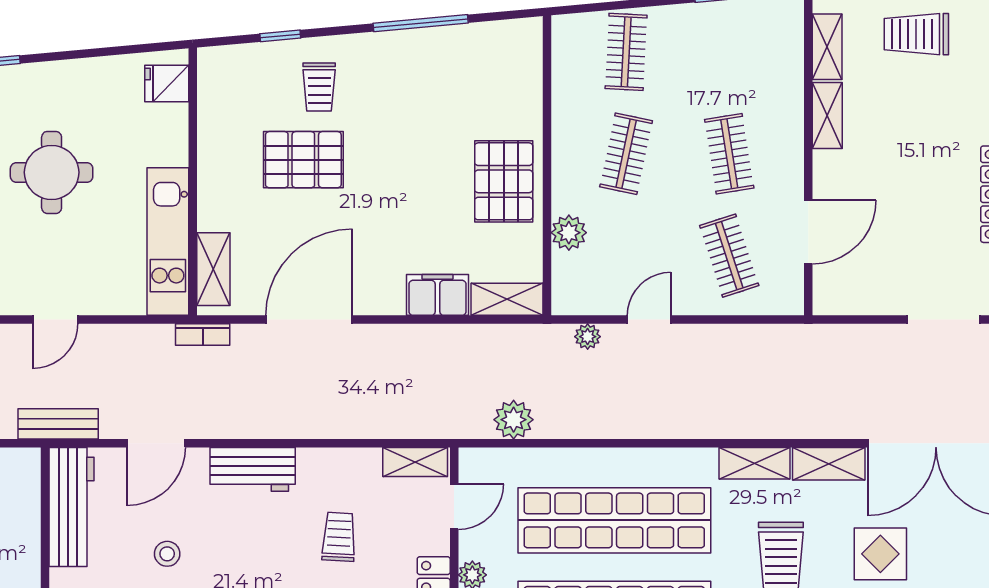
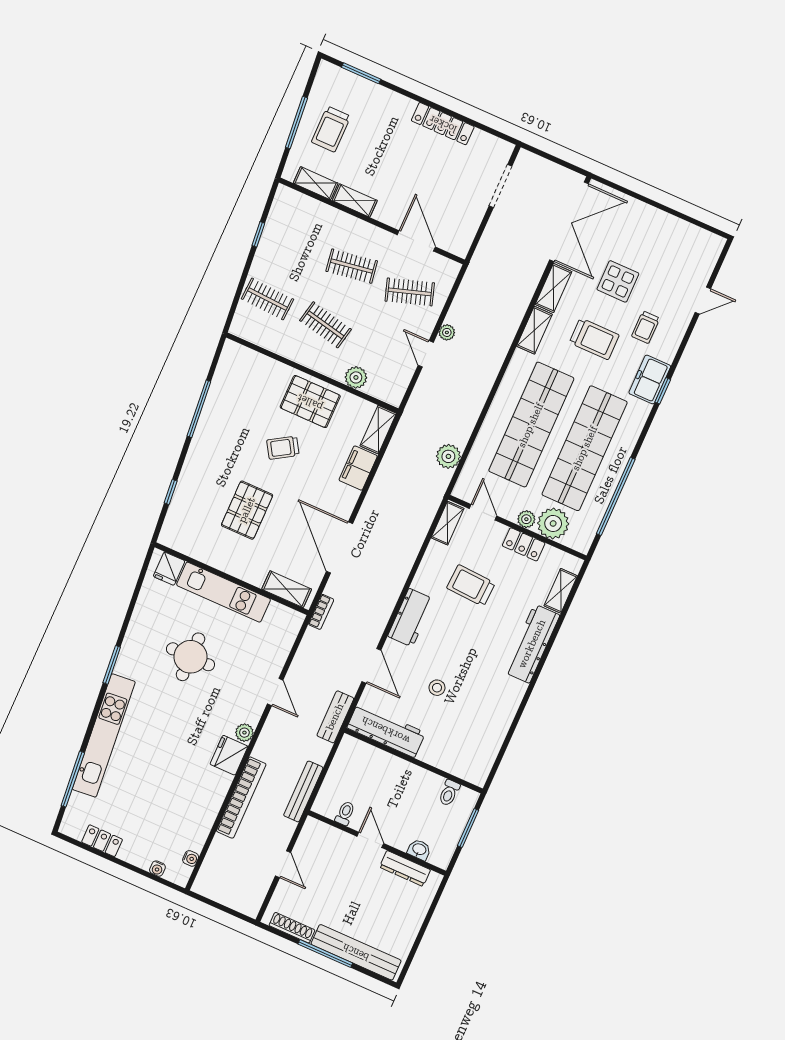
trolley: (319, 87) -> (283, 448), moved, turned 148
kitchen unit: (168, 242) -> (223, 592), moved
plant: (588, 337) -> (447, 332), moved
trolley: (339, 537) -> (471, 586), width x1.36, depth x1.39

